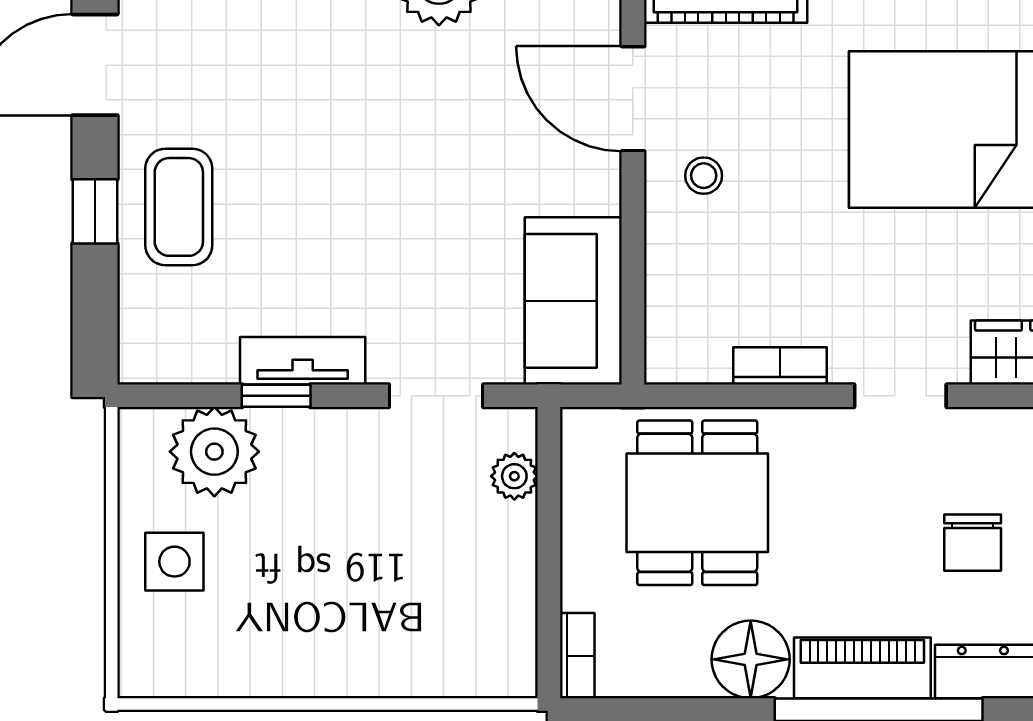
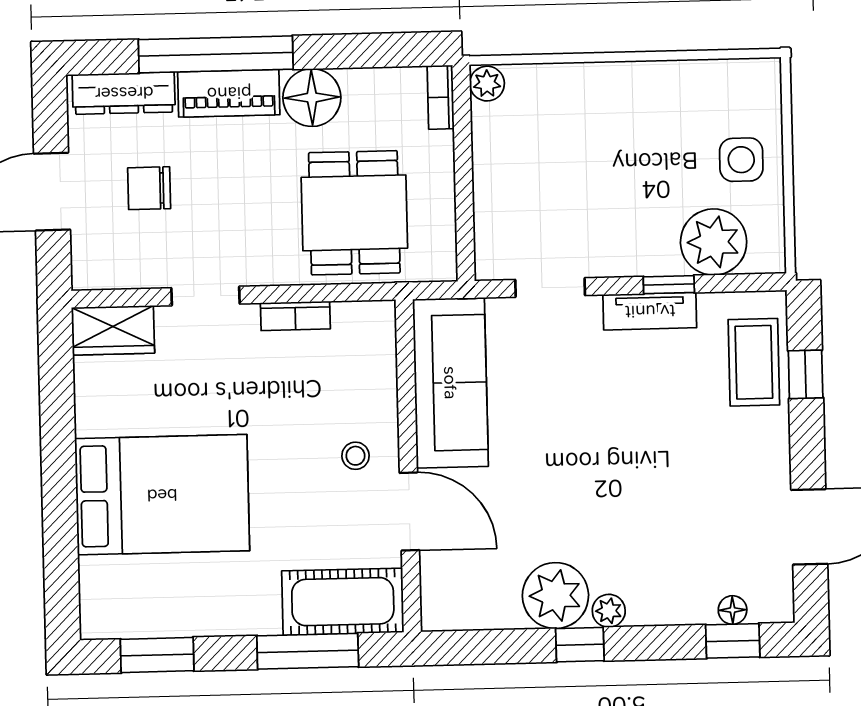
coffee table: (179, 207) -> (754, 362), moved
window: (95, 211) -> (806, 374), moved
sofa: (573, 301) -> (450, 383), width x1.36
plant: (514, 476) -> (487, 84), moved
chair: (973, 543) -> (149, 188), turned -90

